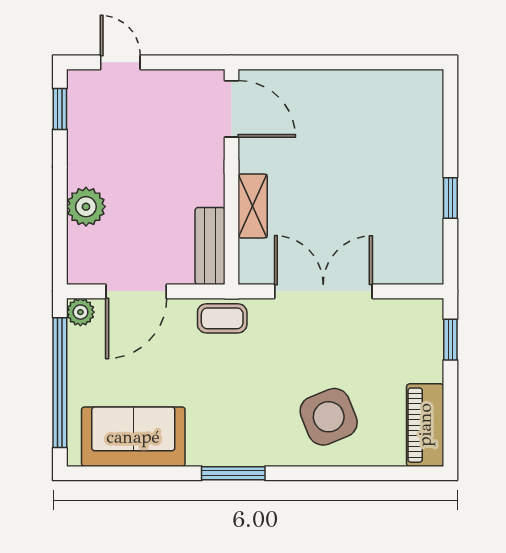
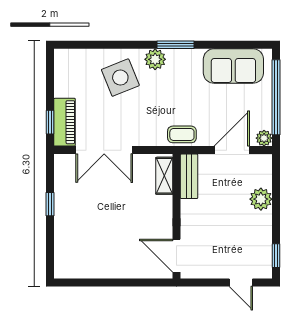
shelving: (253, 206) -> (164, 176), moved
double door: (323, 291) -> (104, 150), moved
piano: (425, 425) -> (65, 122), moved
plant: (268, 448) -> (155, 59), added

